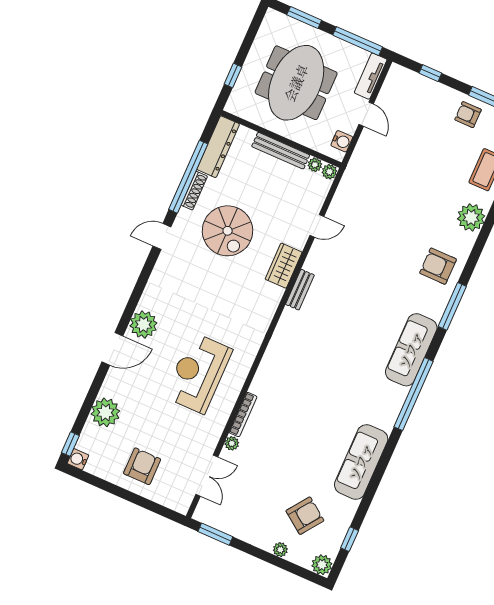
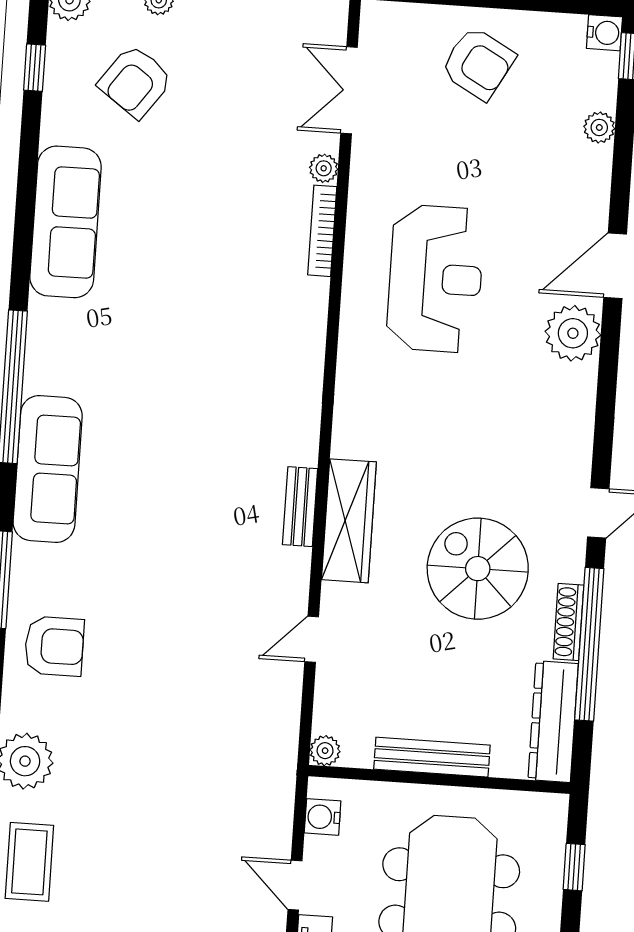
plant: (315, 165) -> (357, 754), removed
wardrobe: (284, 266) -> (349, 521), width x1.50
plant: (105, 412) -> (599, 127), width x0.53, depth x0.53
armchair: (142, 466) -> (478, 63), turned -61

